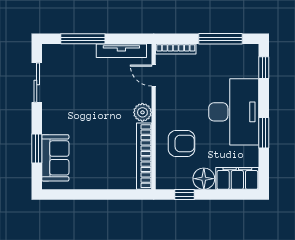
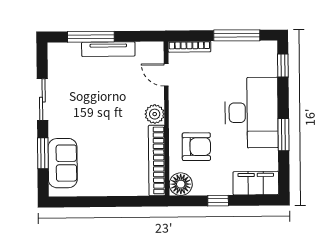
tv unit: (121, 51) -> (108, 49), moved
sliding door: (37, 83) -> (42, 100), moved
floor lamp: (204, 179) -> (181, 184), moved
window: (184, 195) -> (218, 201), moved

